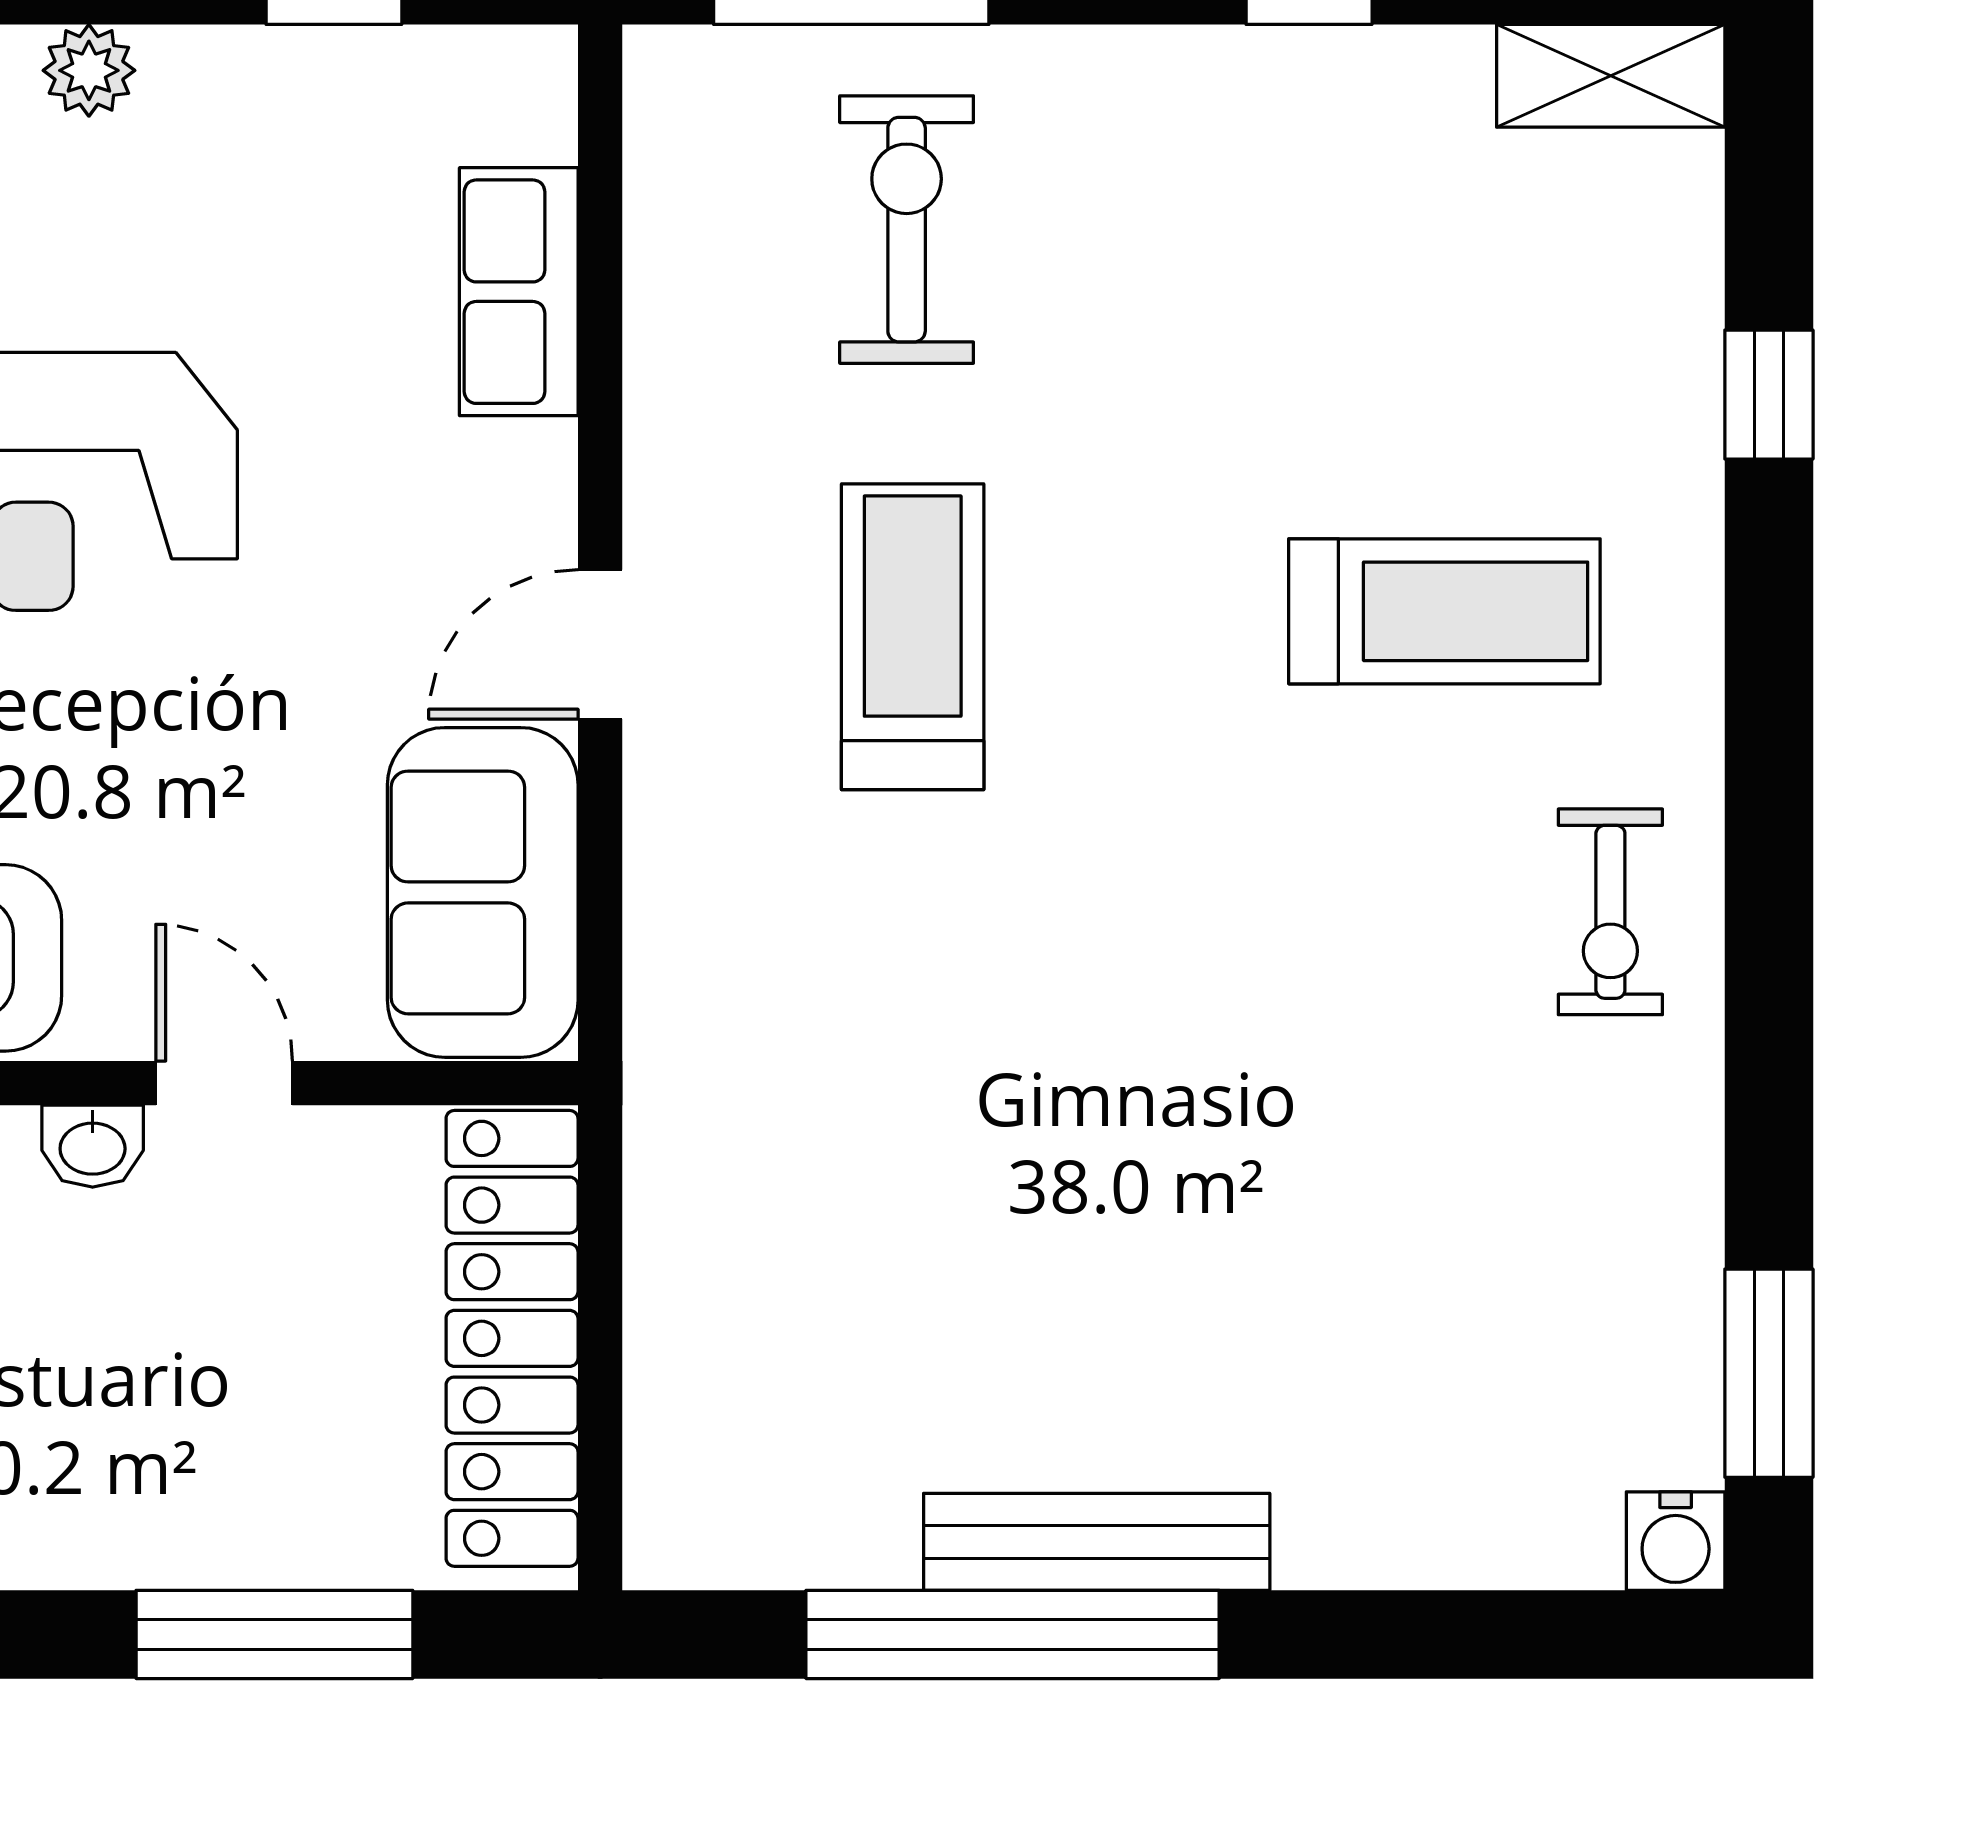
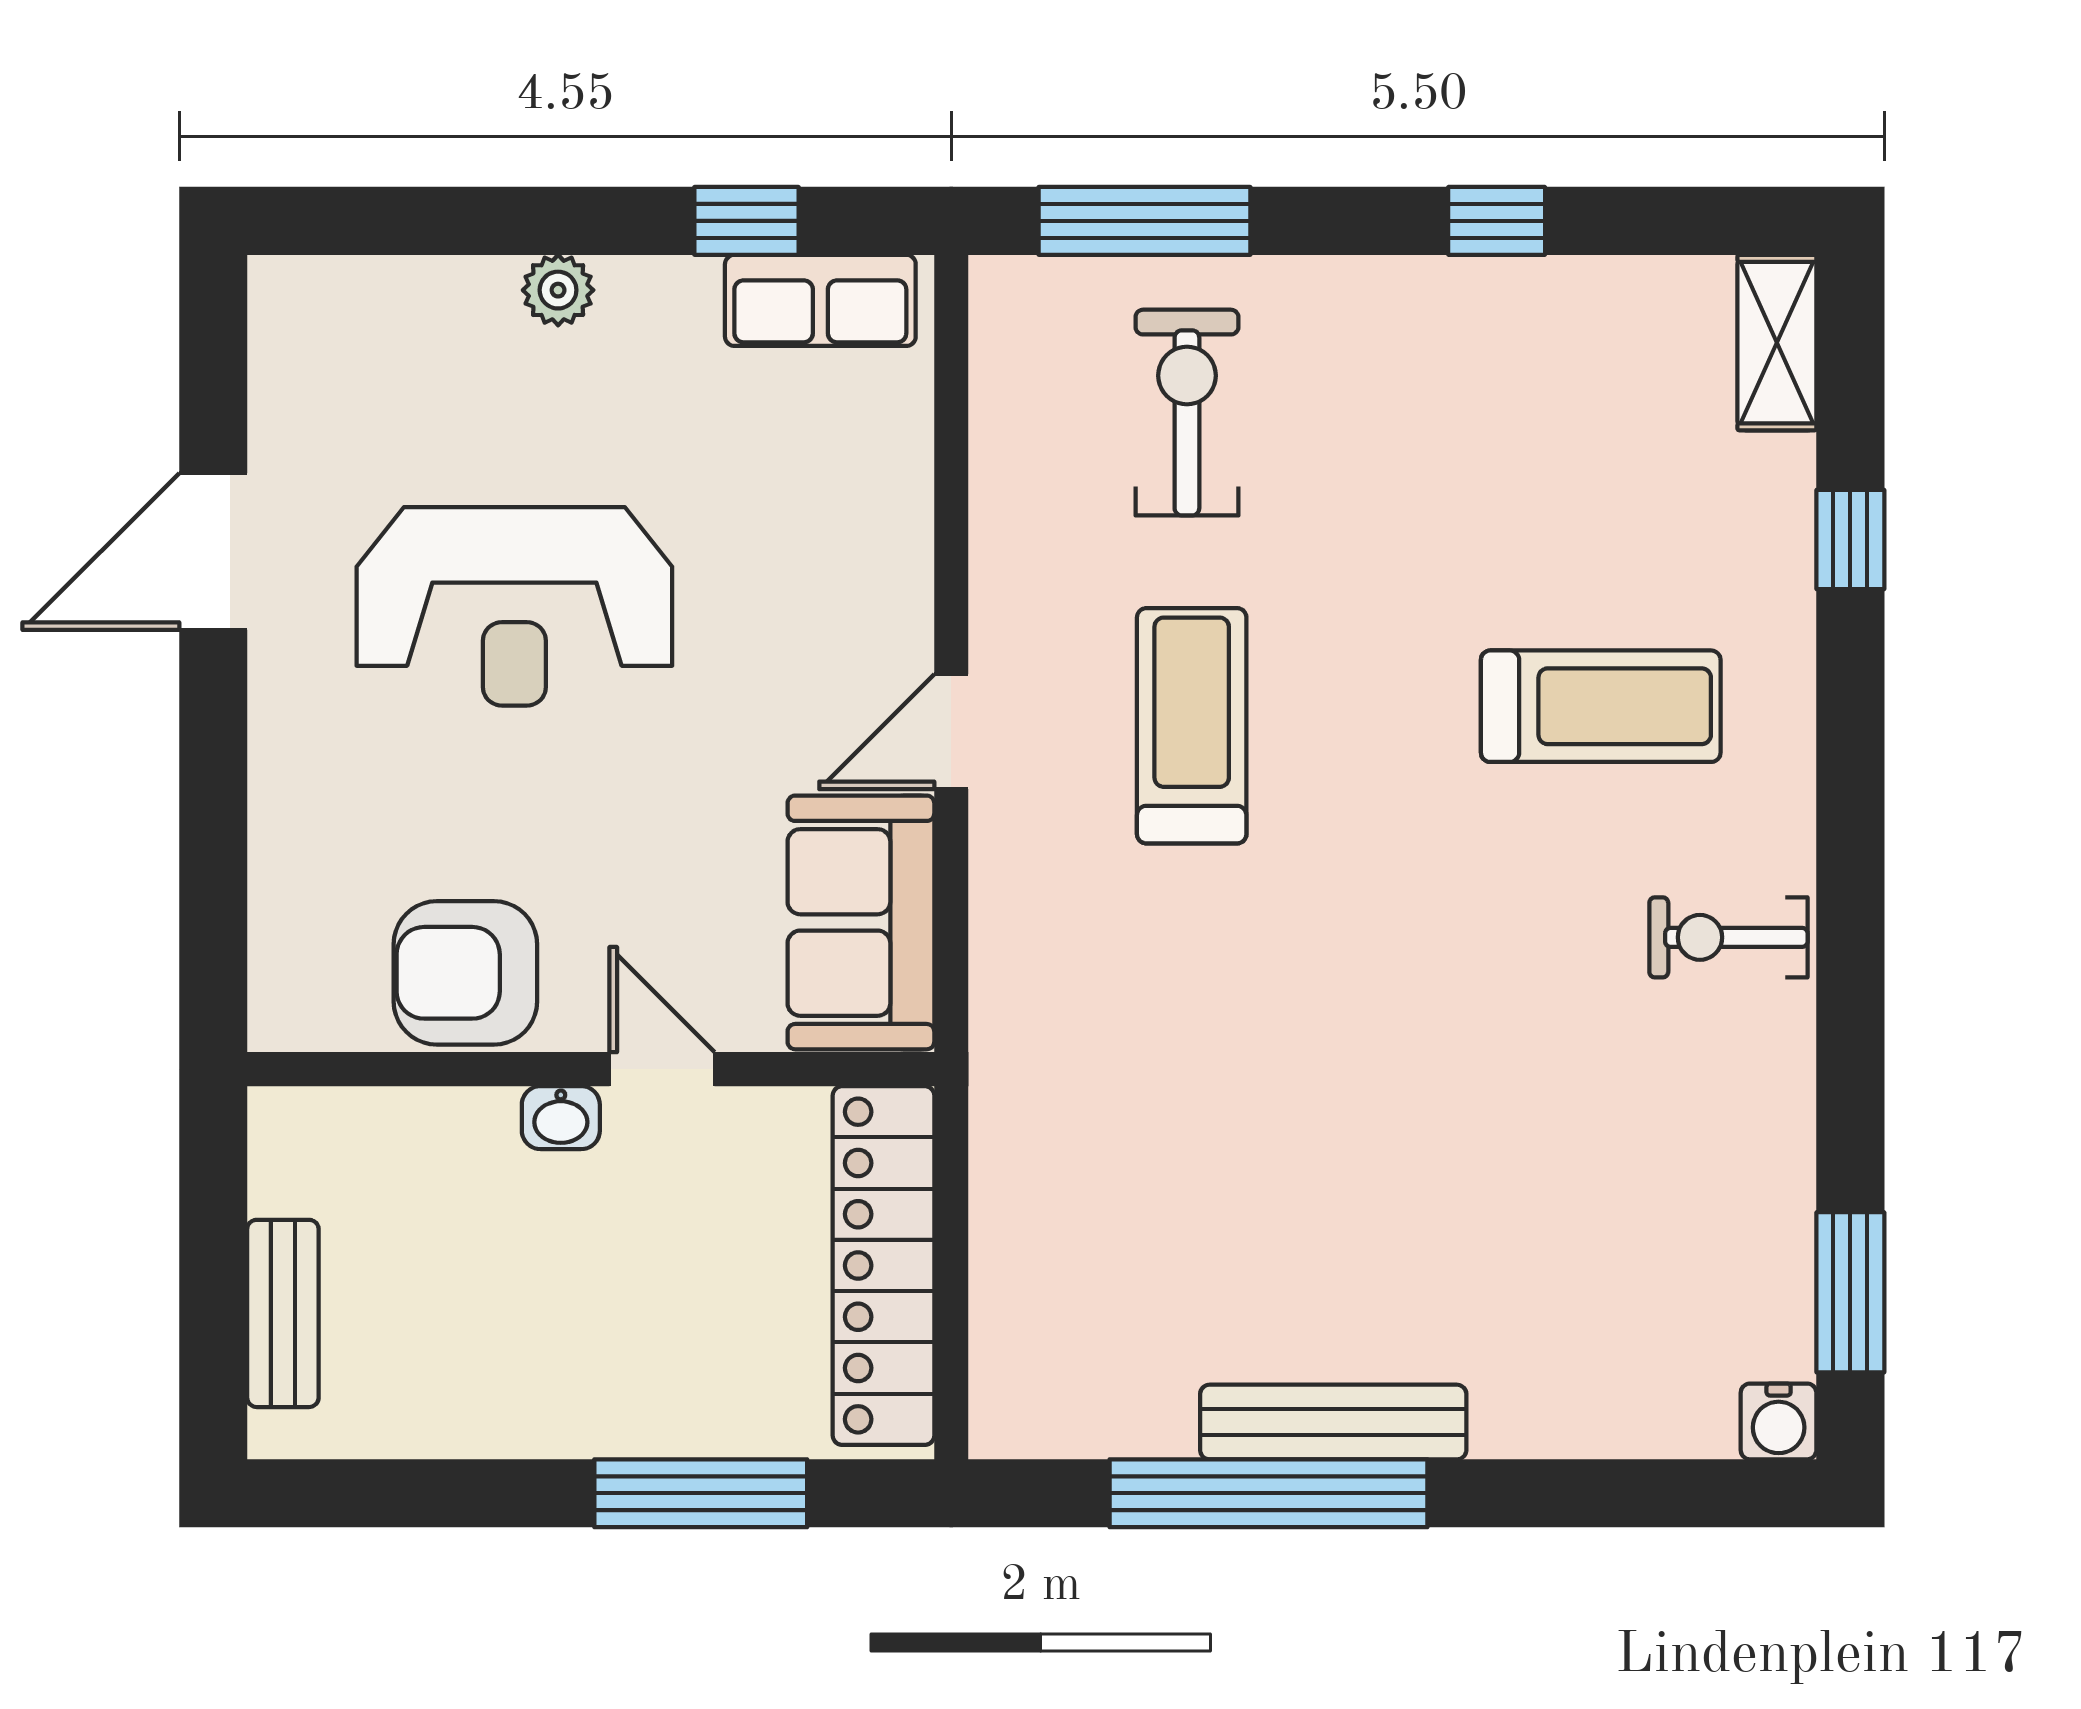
shelving: (1611, 76) -> (1777, 343), moved, turned 90
row of seats: (519, 292) -> (820, 300), moved, turned -90
exercise bike: (1610, 912) -> (1728, 937), turned 90

